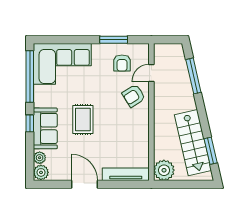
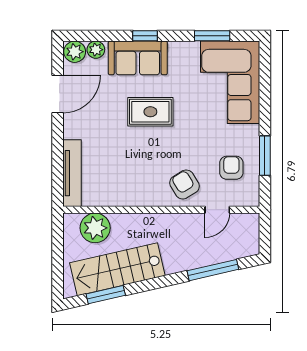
armchair: (122, 63) -> (231, 168), turned 90
door: (151, 73) -> (217, 210), swing flipped
window: (30, 76) -> (212, 36), width x0.47
plant: (164, 170) -> (95, 228), moved
door: (85, 184) -> (58, 94), moved

